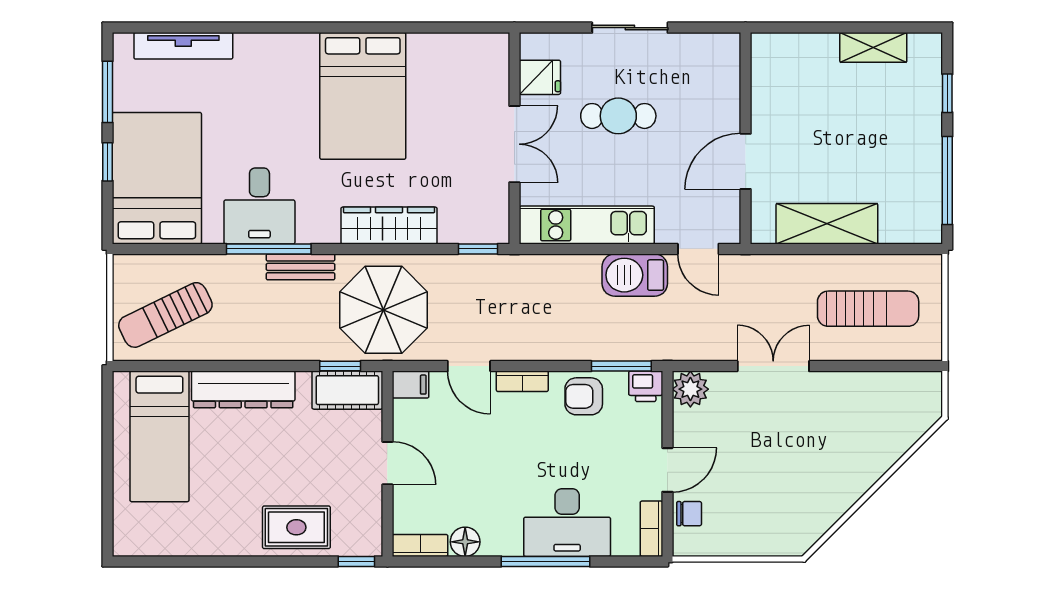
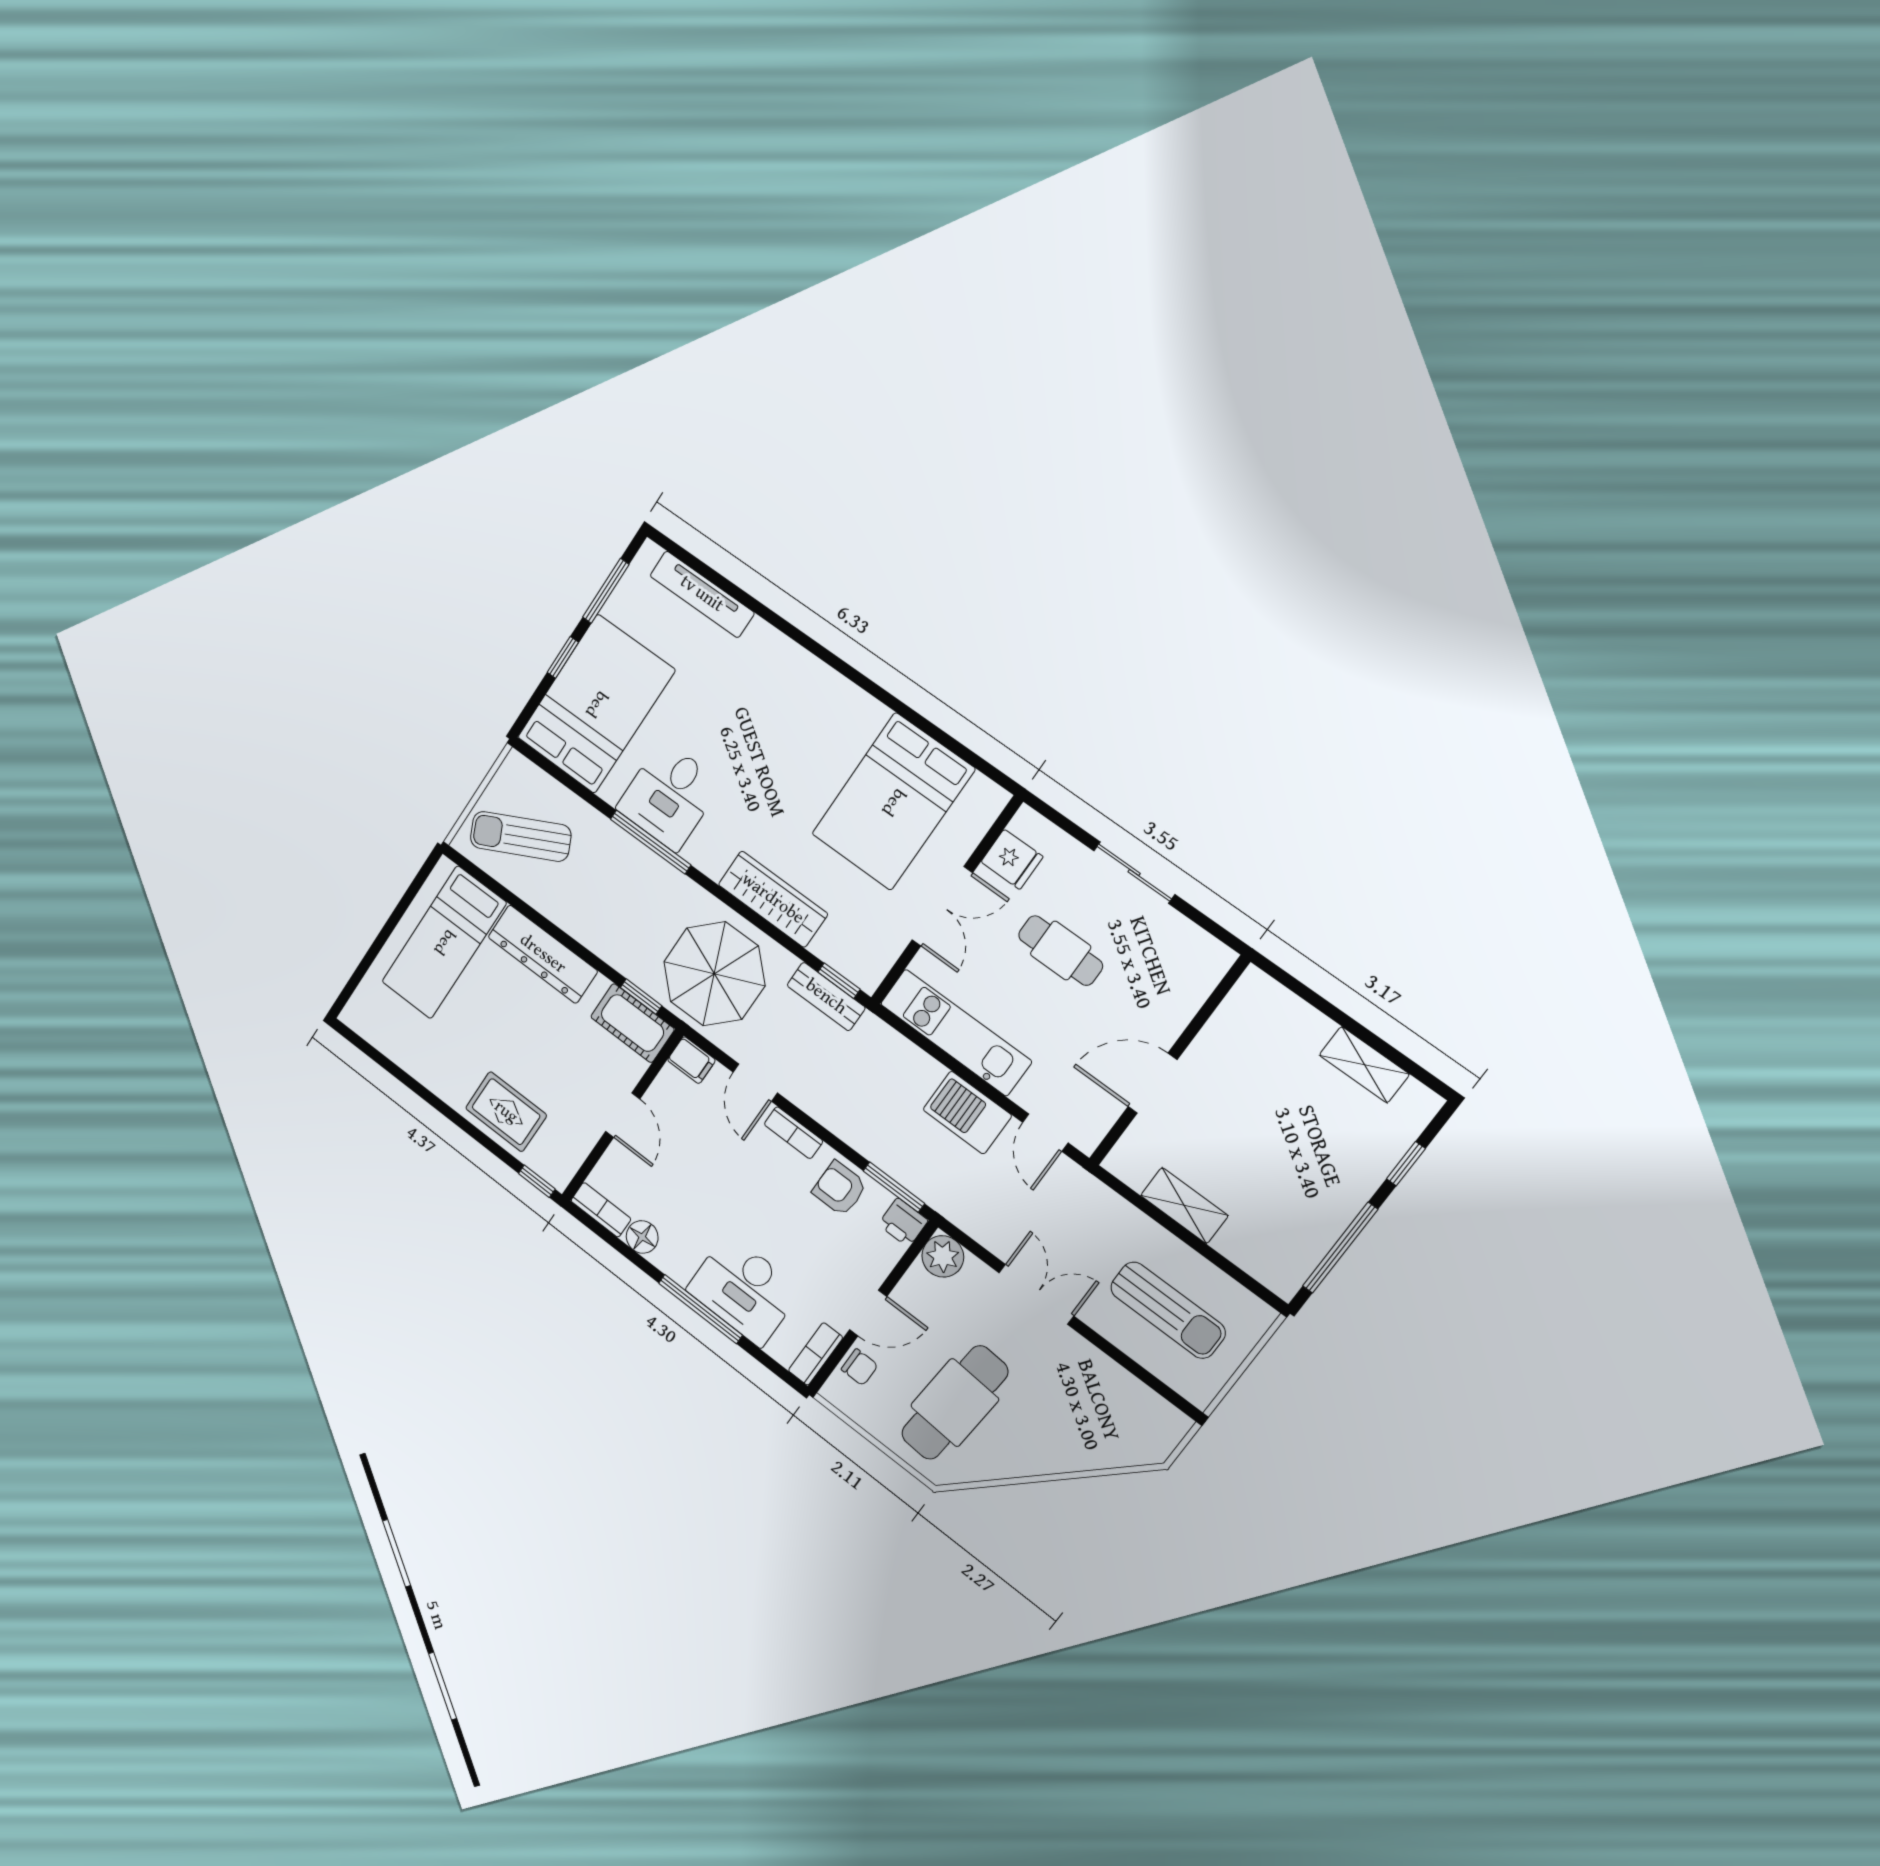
bed: (363, 96) -> (893, 802), moved
shelving: (827, 224) -> (1184, 1206), width x0.67, depth x0.75
bench: (300, 267) -> (826, 997), moved
cafe table: (773, 486) -> (955, 1403), added

